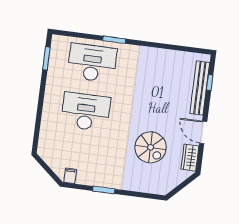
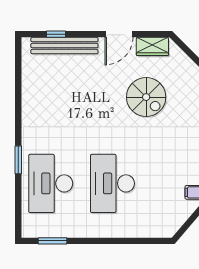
spiral stairs: (151, 147) -> (146, 97), turned 90

